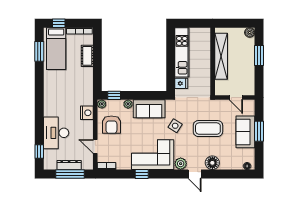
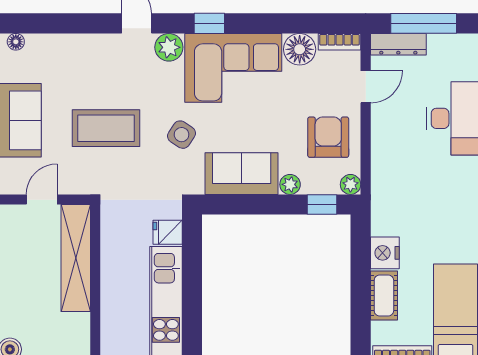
shelving: (221, 56) -> (76, 258), moved
door: (236, 98) -> (42, 200), hinge flipped
nightstand: (87, 113) -> (385, 253), moved
door: (95, 146) -> (366, 87), hinge flipped
floor lamp: (212, 163) -> (300, 49), moved
dresser: (69, 165) -> (398, 44), moved
window: (142, 174) -> (209, 23), moved

